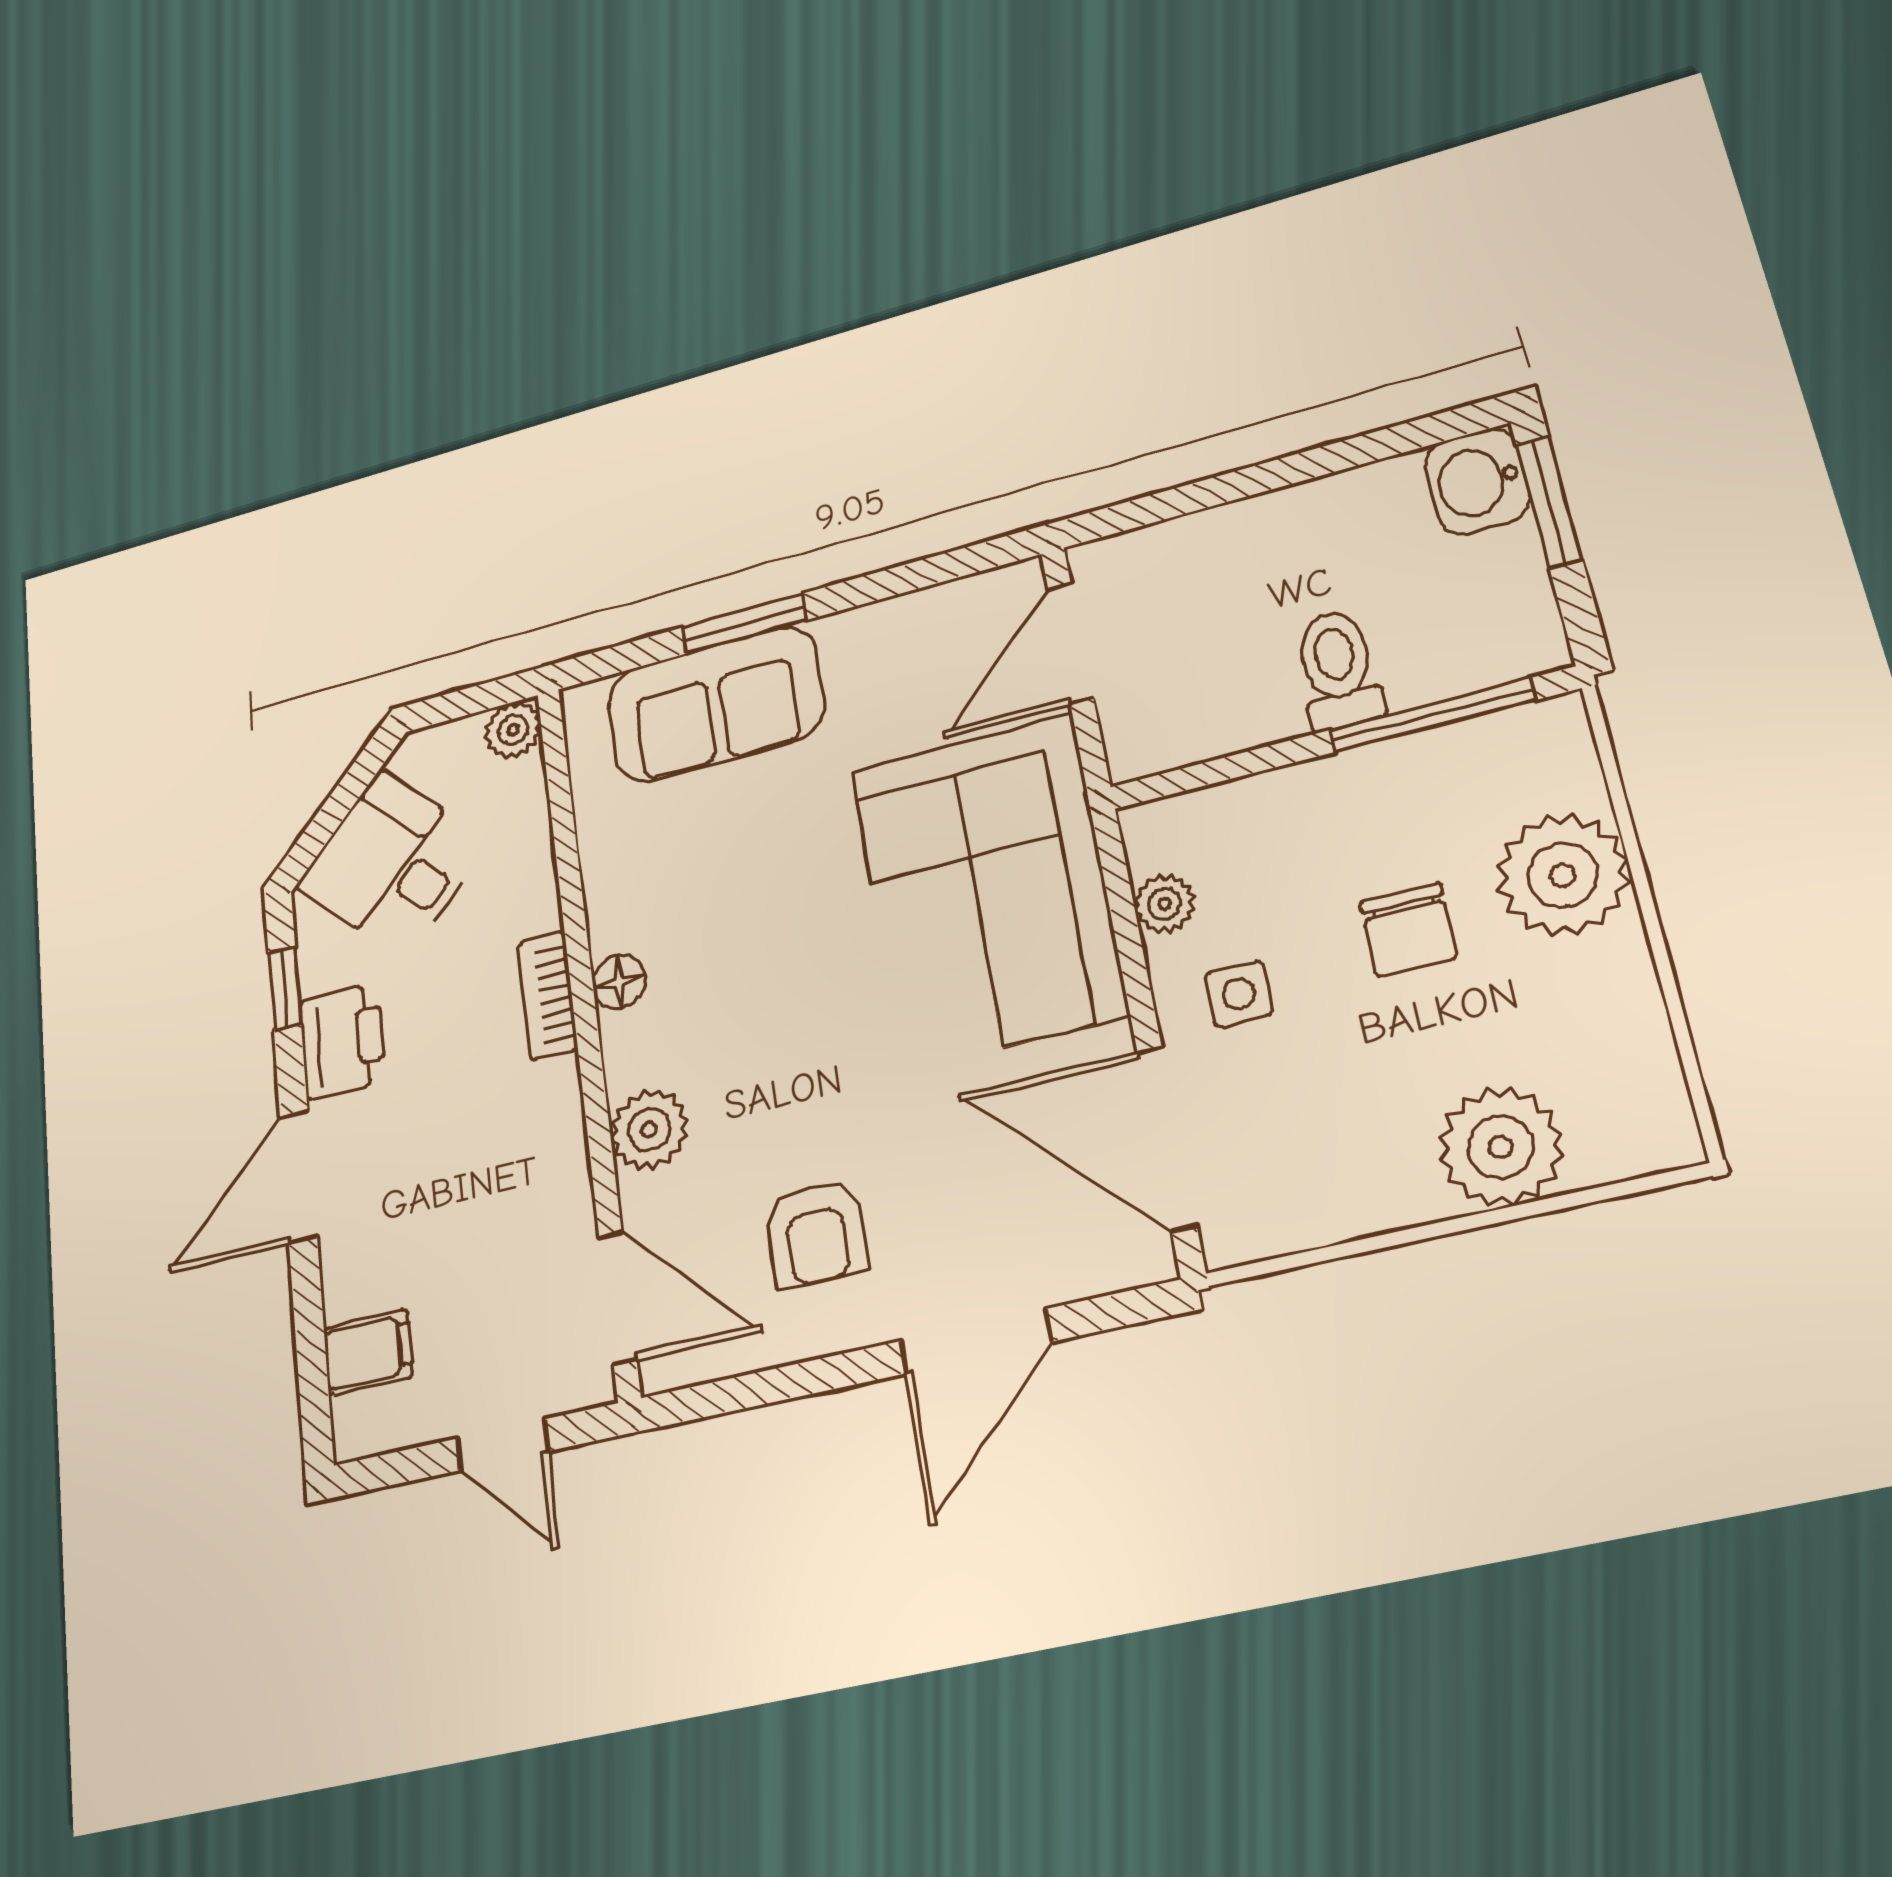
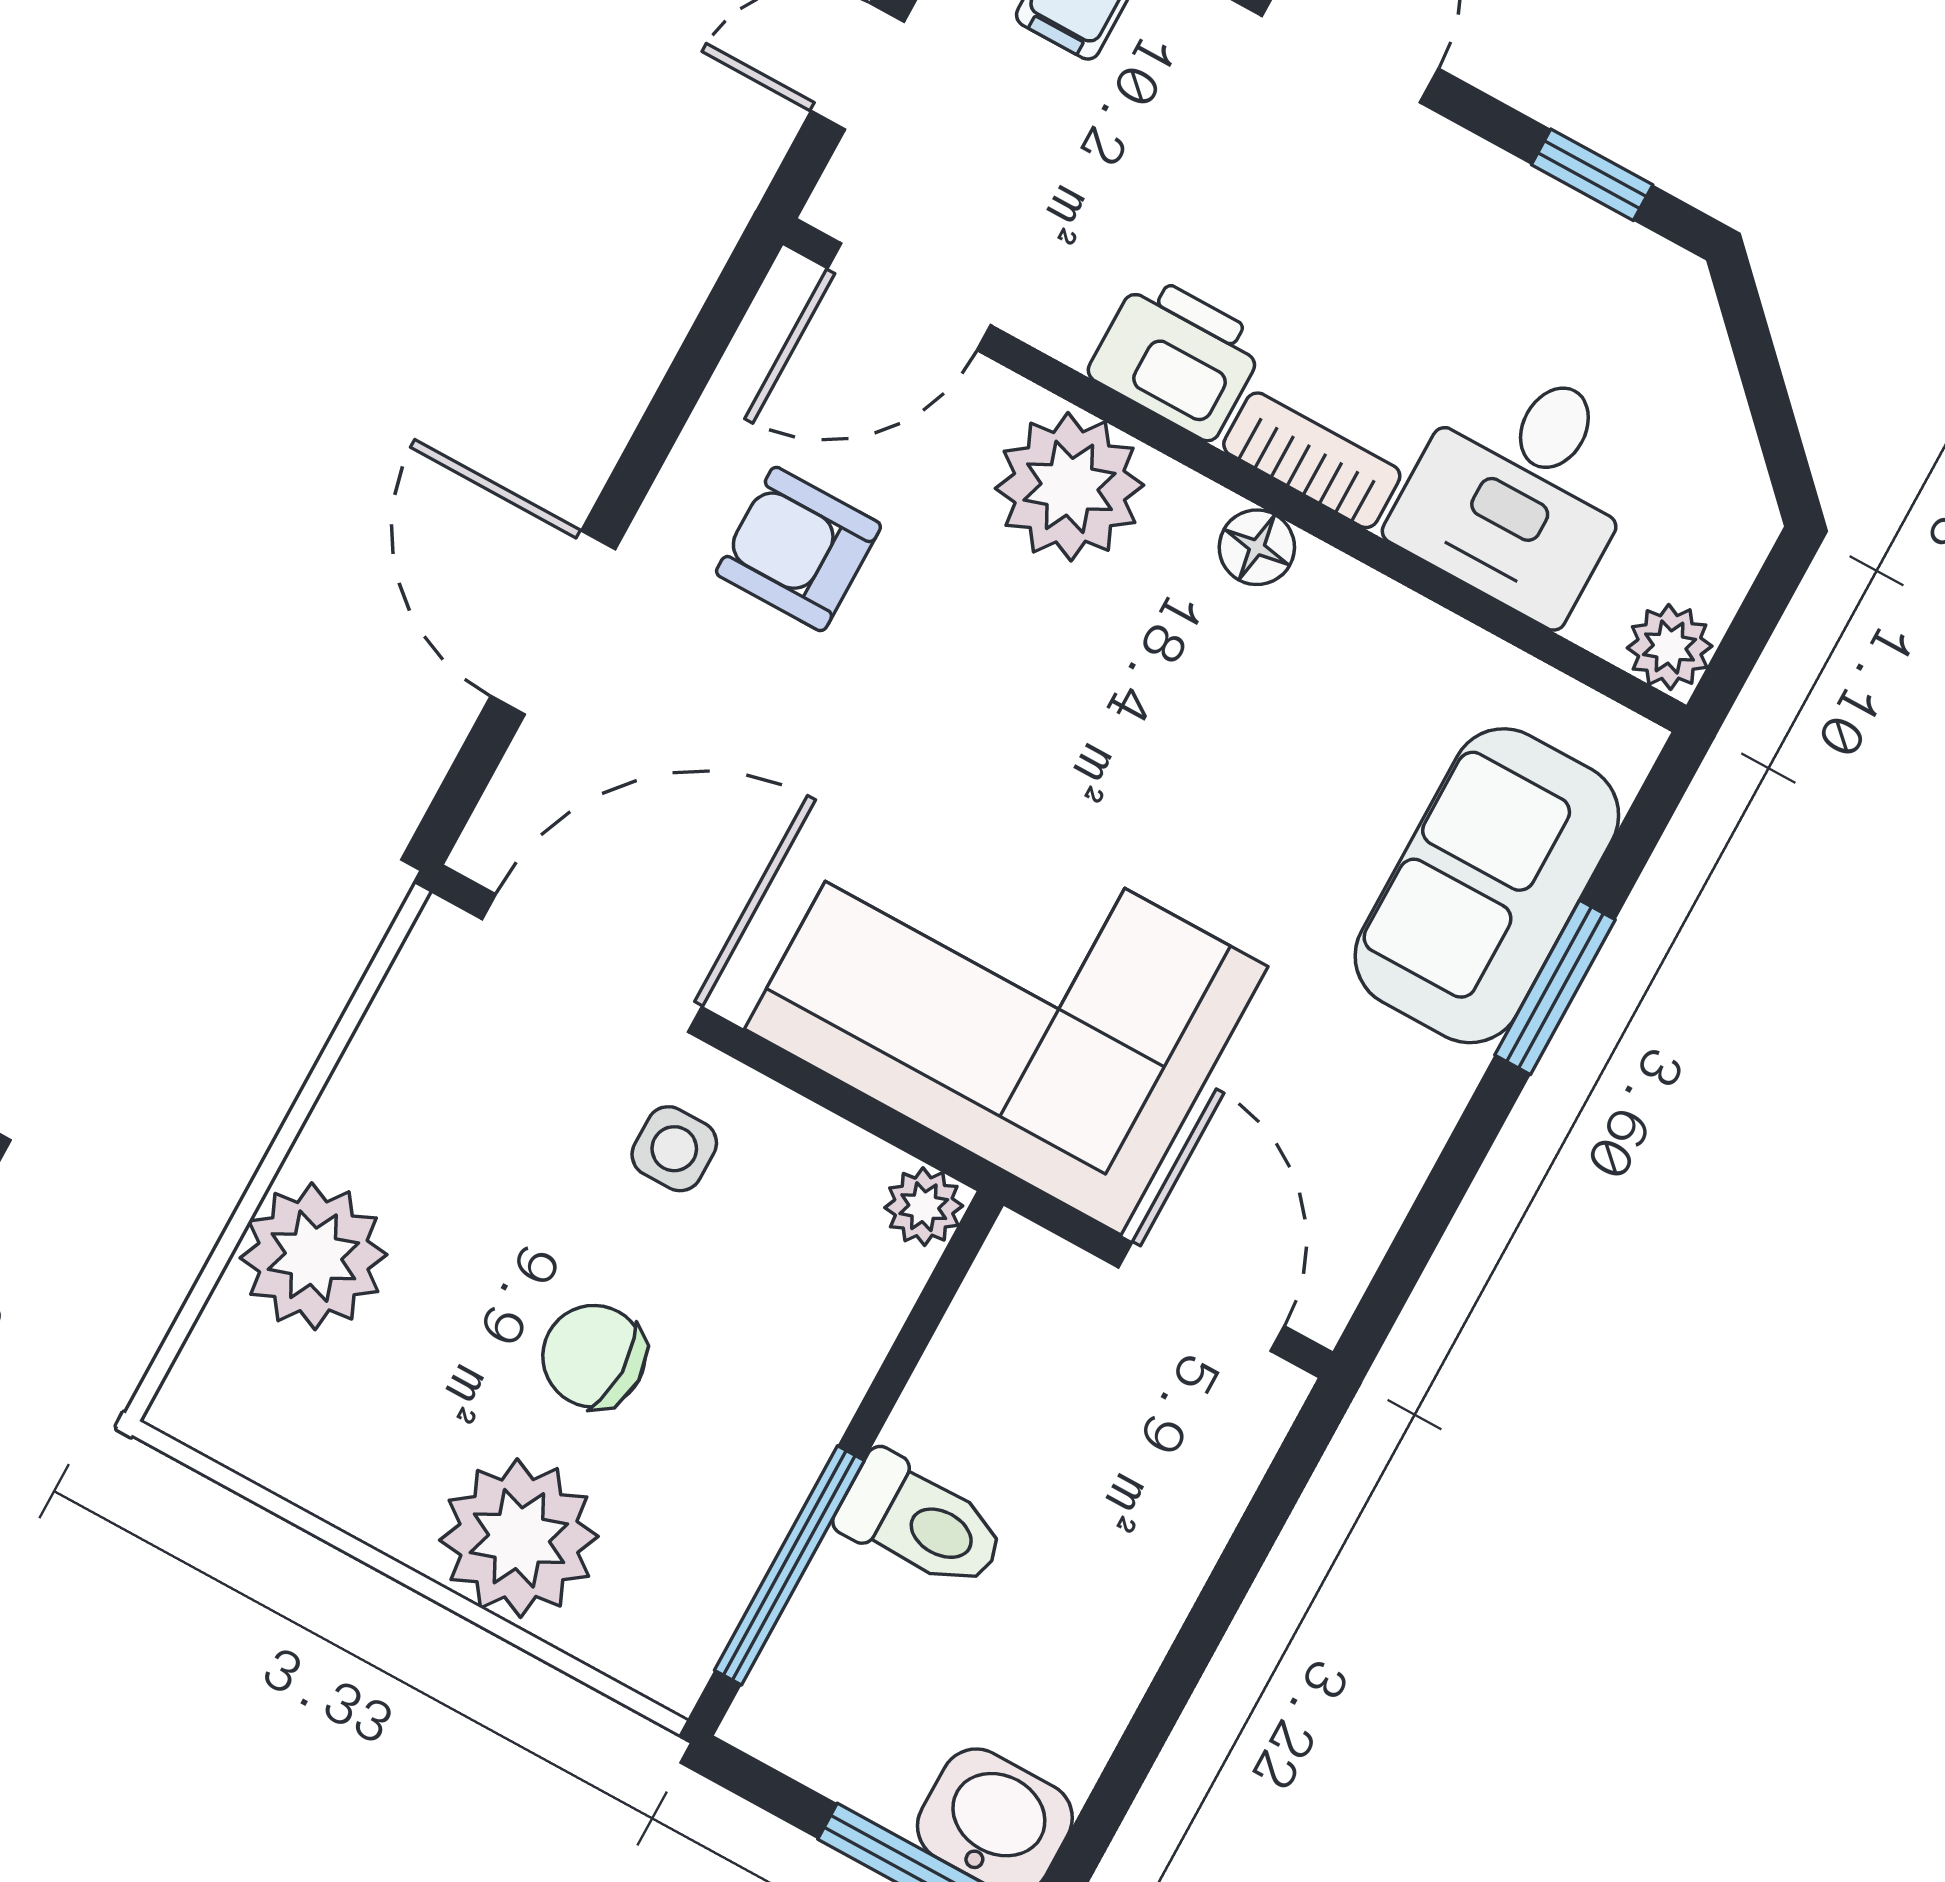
desk: (393, 864) -> (1521, 488), moved, turned 135
plant: (1164, 904) -> (924, 1207), moved
printer: (343, 1041) -> (1177, 357), moved, turned 180
plant: (649, 1130) -> (1069, 487), width x1.36, depth x1.36

